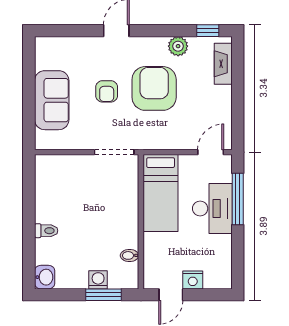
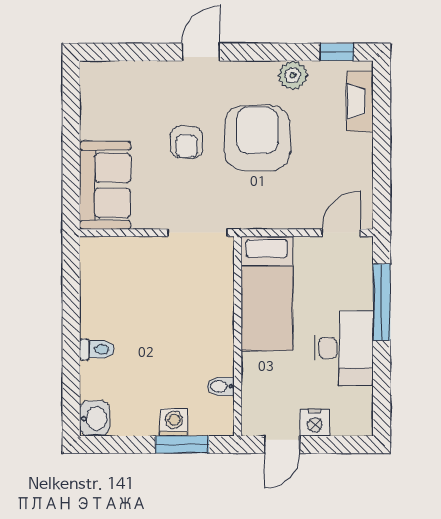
sofa: (52, 100) -> (105, 185), moved
desk: (212, 209) -> (344, 348), moved

